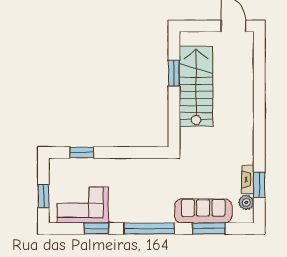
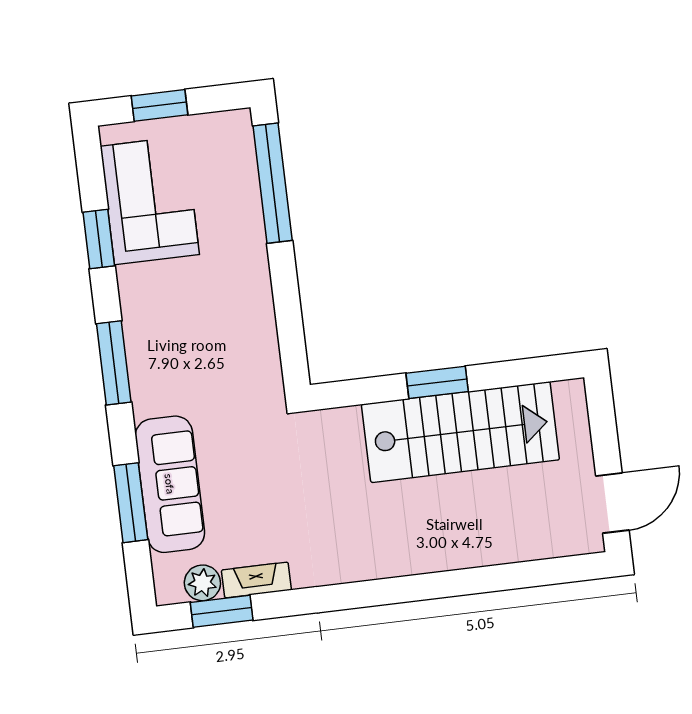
window: (174, 73) -> (437, 382), moved
window: (82, 153) -> (273, 183), width x2.11
window: (259, 185) -> (222, 611), moved
window: (149, 228) -> (114, 363), width x0.68

